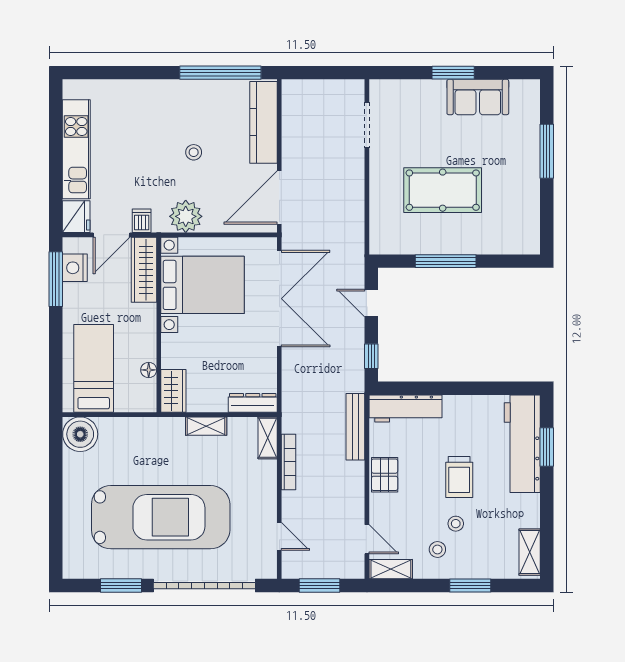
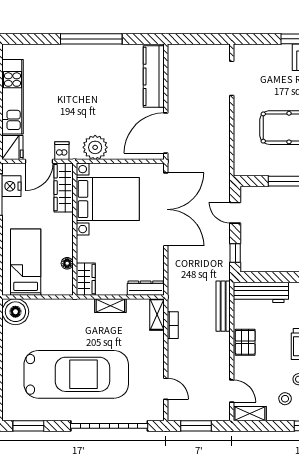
window: (220, 73) -> (91, 39), moved
stool: (194, 152) -> (101, 99), removed
bookcase: (289, 462) -> (173, 325), width x0.64
window: (121, 586) -> (28, 426), moved

